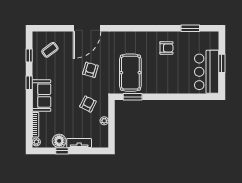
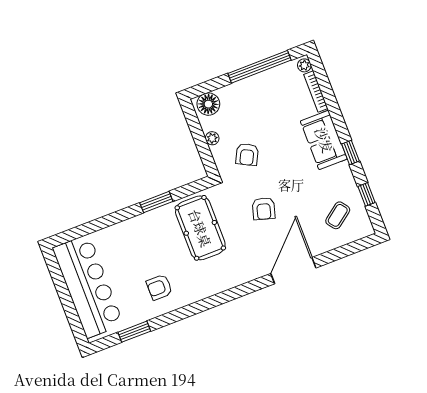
window: (222, 63) -> (65, 296), removed
bar counter: (207, 72) -> (88, 286), width x1.36
window: (133, 97) -> (156, 202), moved
floor lamp: (59, 141) -> (208, 104), moved
tv unit: (79, 143) -> (238, 89), removed
window: (62, 151) -> (260, 67), width x3.17

